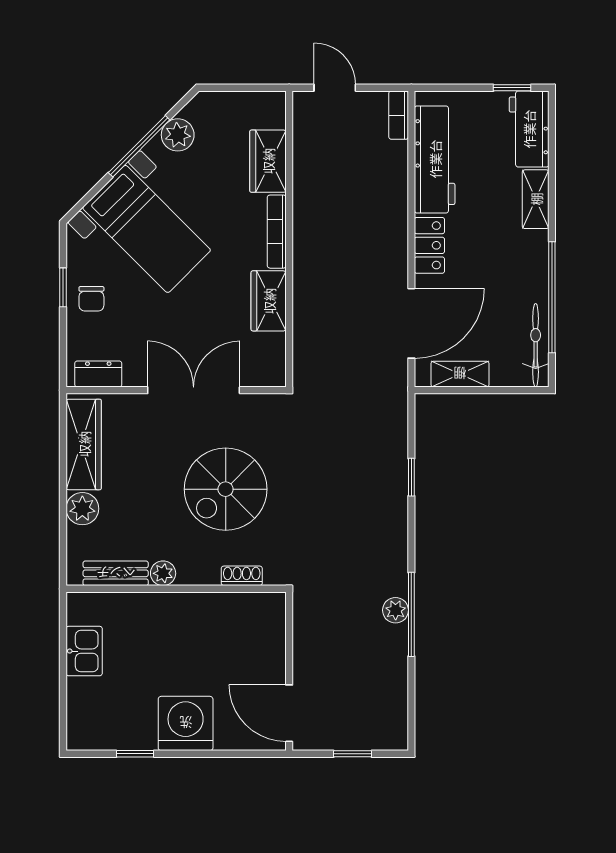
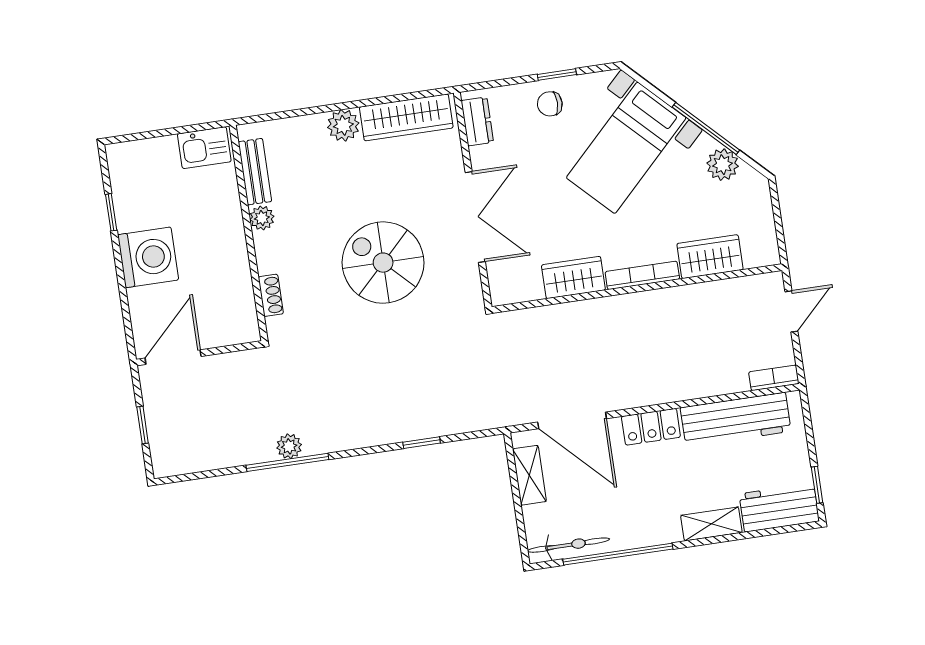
bench: (116, 573) -> (255, 172), moved
plant: (163, 573) -> (262, 218), moved
shoe rack: (242, 576) -> (271, 295), moved
wall: (176, 589) -> (249, 233), moved

